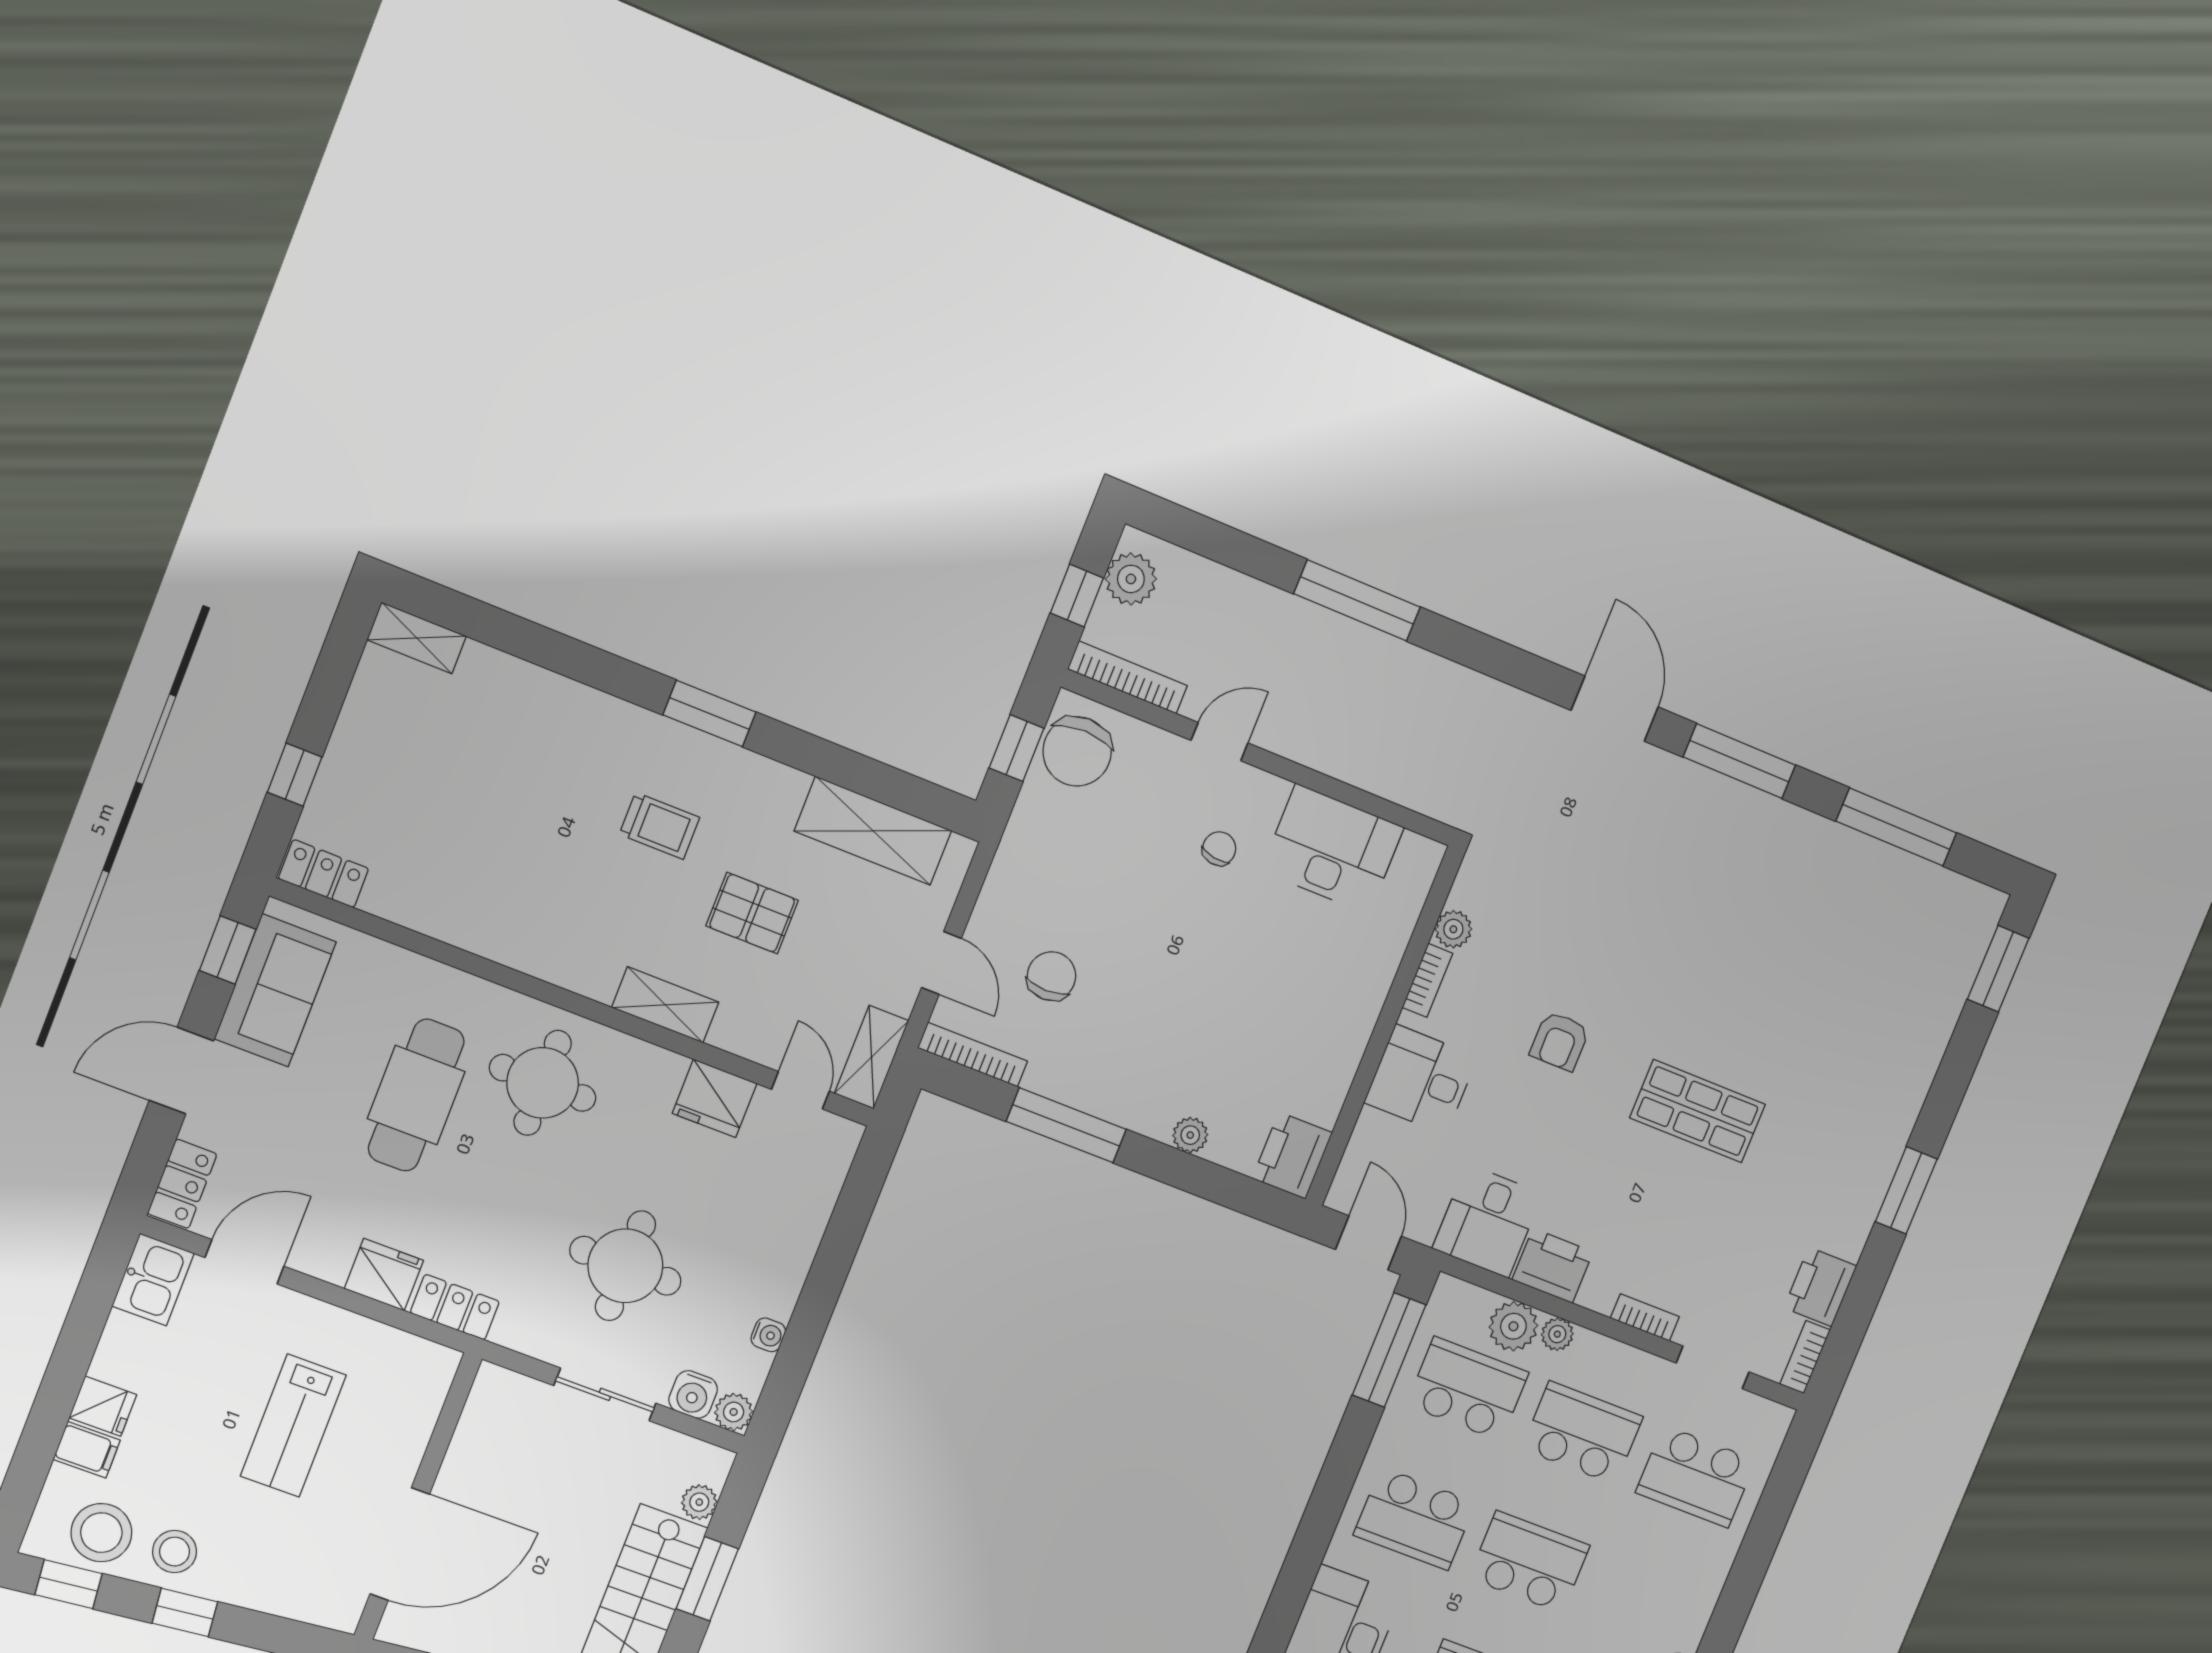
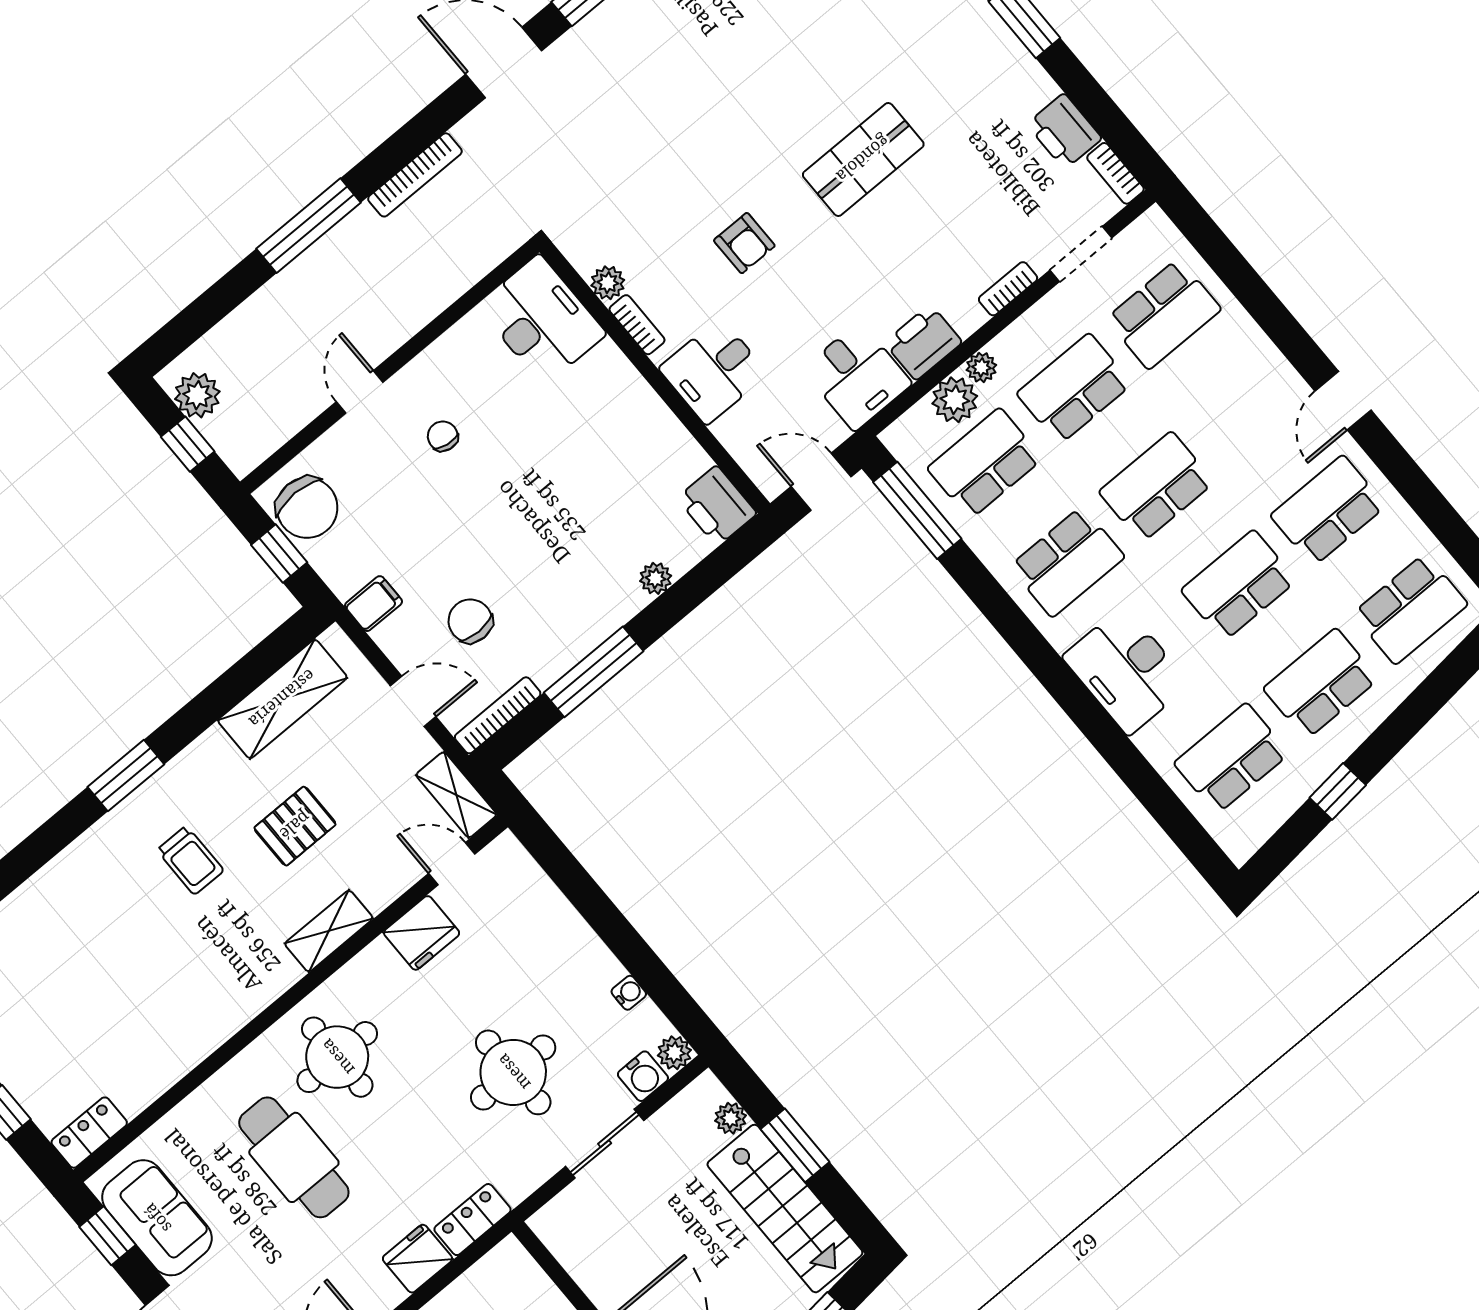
bookcase: (1128, 677) -> (415, 175), moved, turned 180
trolley: (659, 826) -> (190, 860), turned 90
desk: (1332, 849) -> (541, 320), moved, turned 90
filing cabinet: (1017, 870) -> (373, 604), added

